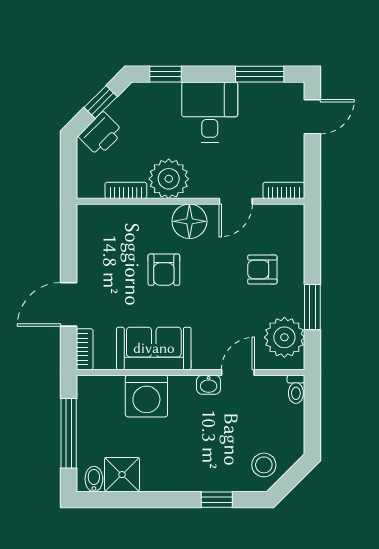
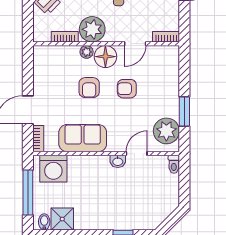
plant: (160, 214) -> (87, 52), added
armchair: (262, 269) -> (127, 89), moved
washing machine: (146, 396) -> (53, 169), moved
stool: (264, 465) -> (153, 213), removed

